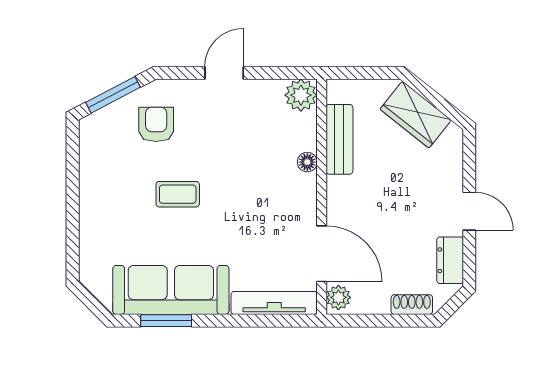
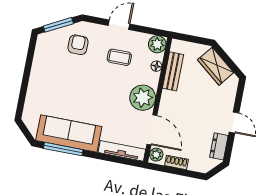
floor lamp: (307, 162) -> (156, 66), moved
coffee table: (178, 194) -> (119, 57), moved
plant: (293, 198) -> (143, 98), added
shoe rack: (412, 305) -> (176, 162), moved
window: (166, 321) -> (63, 149), width x1.44

